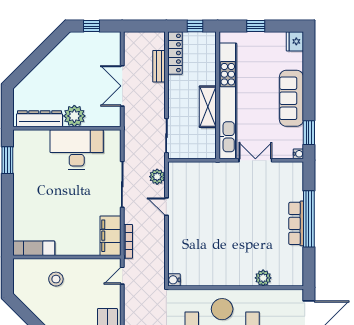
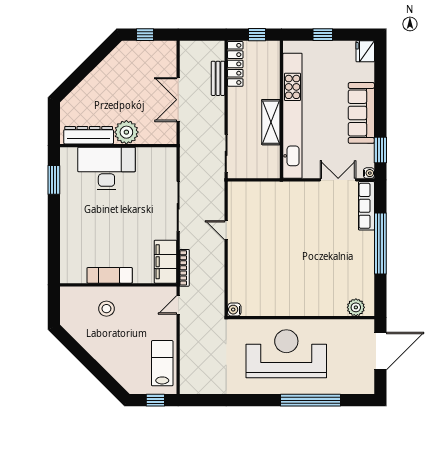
desk: (77, 150) -> (106, 168), moved
double door: (255, 160) -> (338, 180), moved
plant: (157, 177) -> (216, 198), removed
row of seats: (296, 223) -> (366, 206), moved
exam couch: (34, 248) -> (110, 275), moved
plant: (263, 278) -> (356, 307), moved

